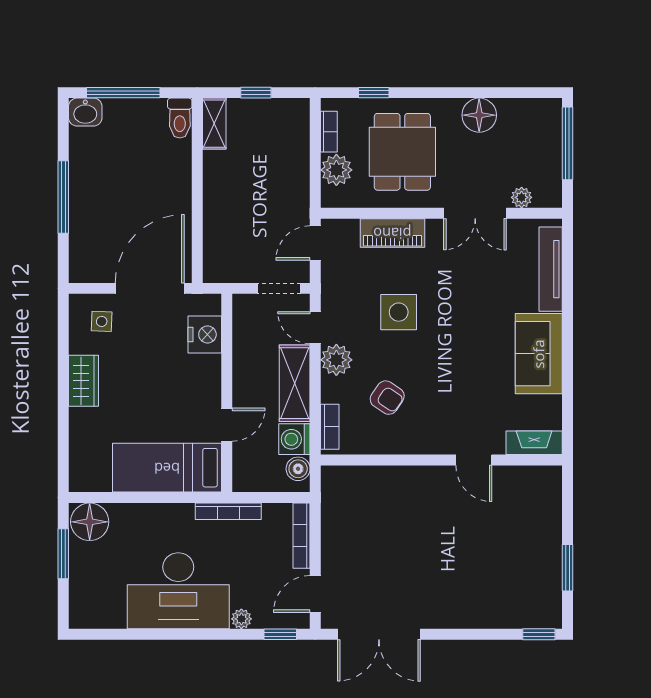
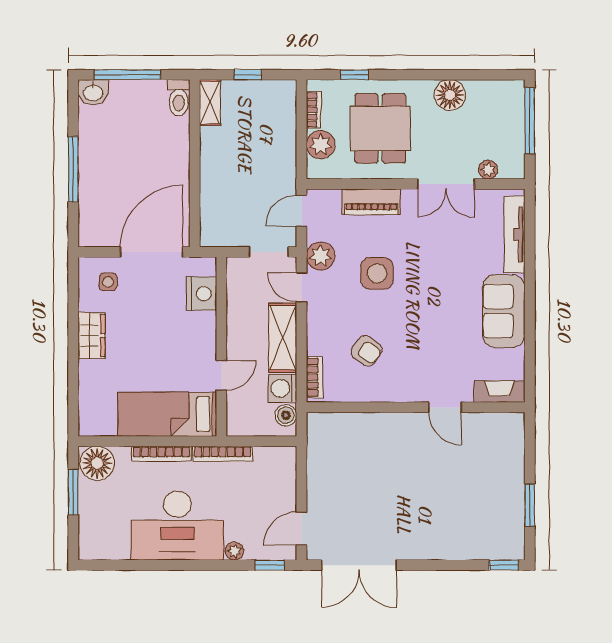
plant: (336, 360) -> (321, 256), moved
bookcase: (302, 536) -> (161, 454), moved, turned -90

